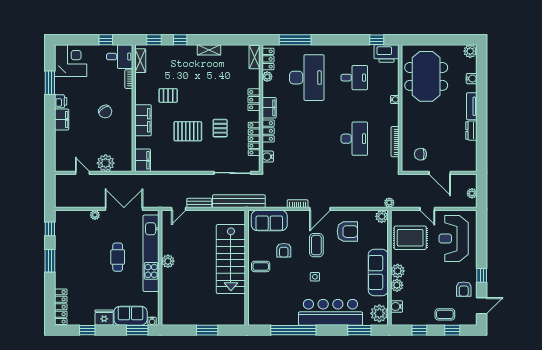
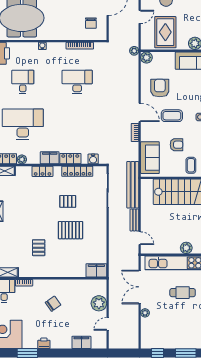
filing cabinet: (62, 119) -> (81, 342), moved
filing cabinet: (143, 120) -> (61, 270), removed
pallet: (188, 131) -> (71, 230), turned 90

